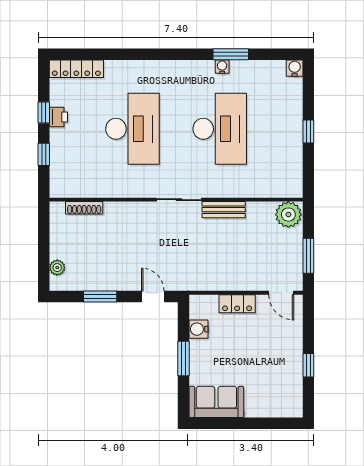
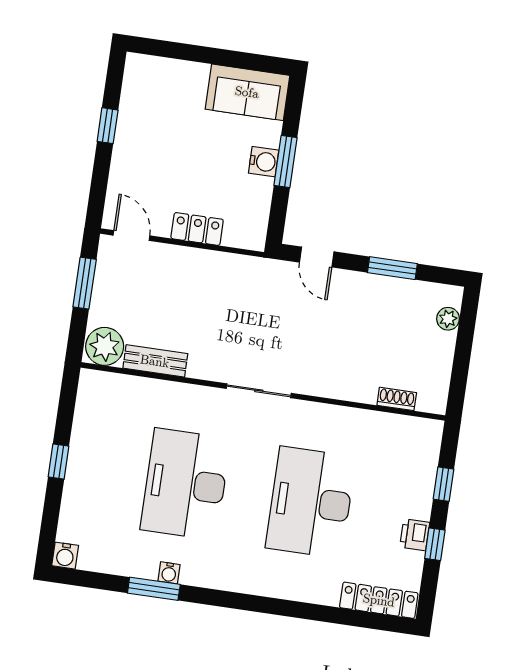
shoe rack: (84, 208) -> (397, 399), width x0.70
bench: (224, 210) -> (155, 361), moved
water cooler: (198, 329) -> (264, 162), moved

